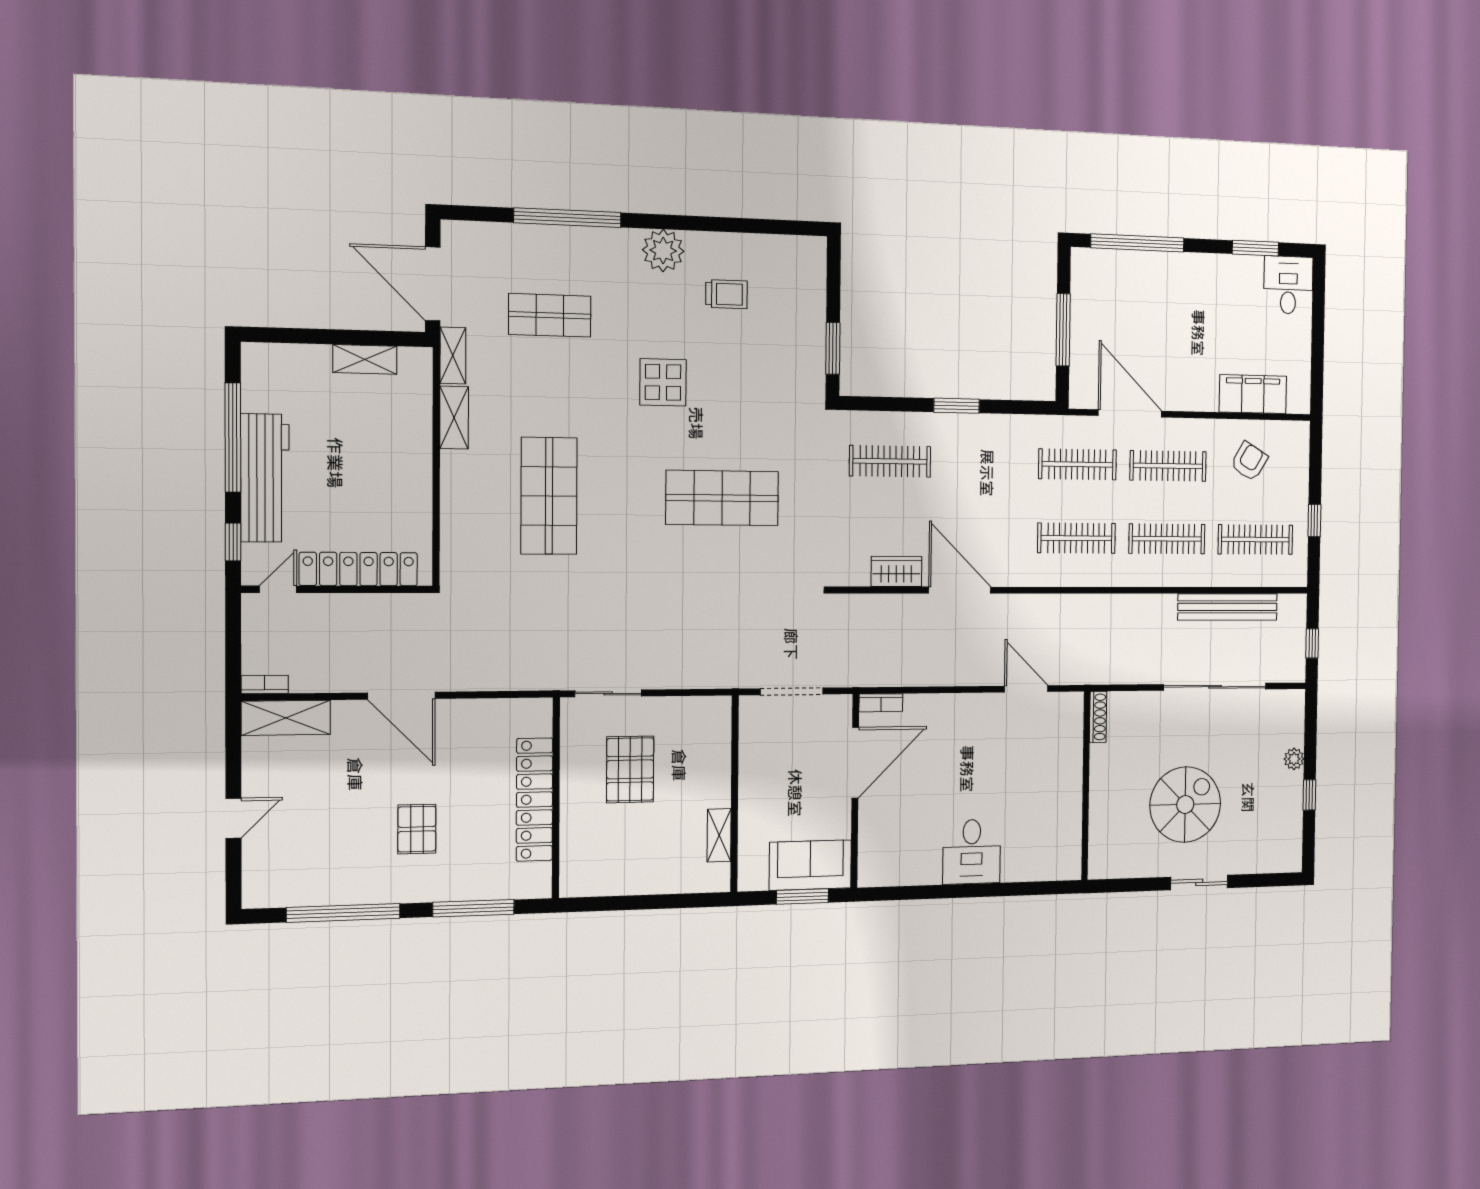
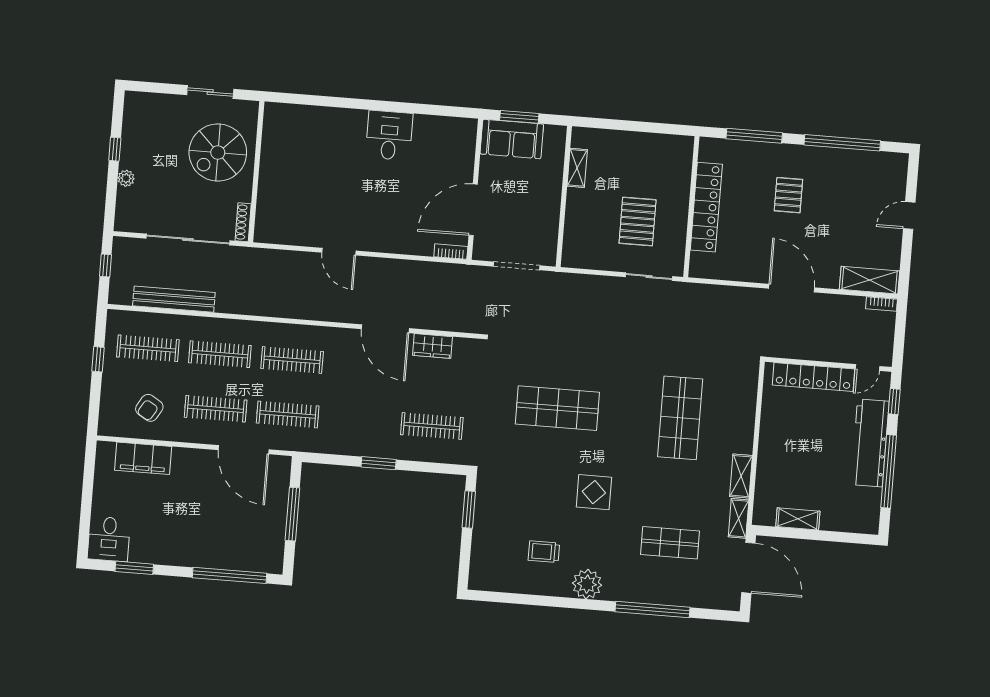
shoe rack: (1098, 717) -> (243, 222), moved
wall: (1086, 786) -> (256, 172), moved

